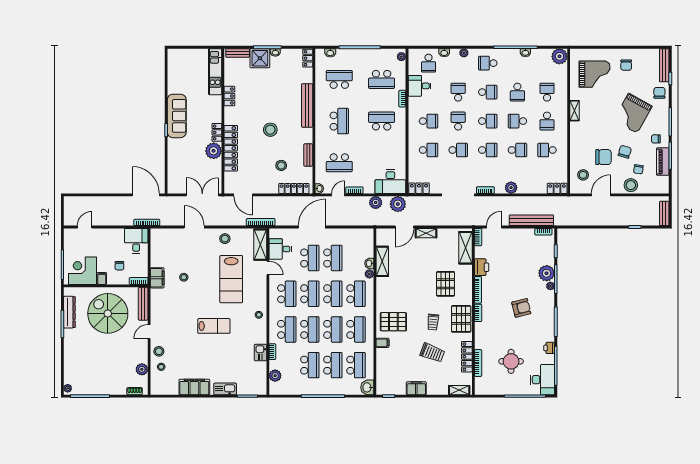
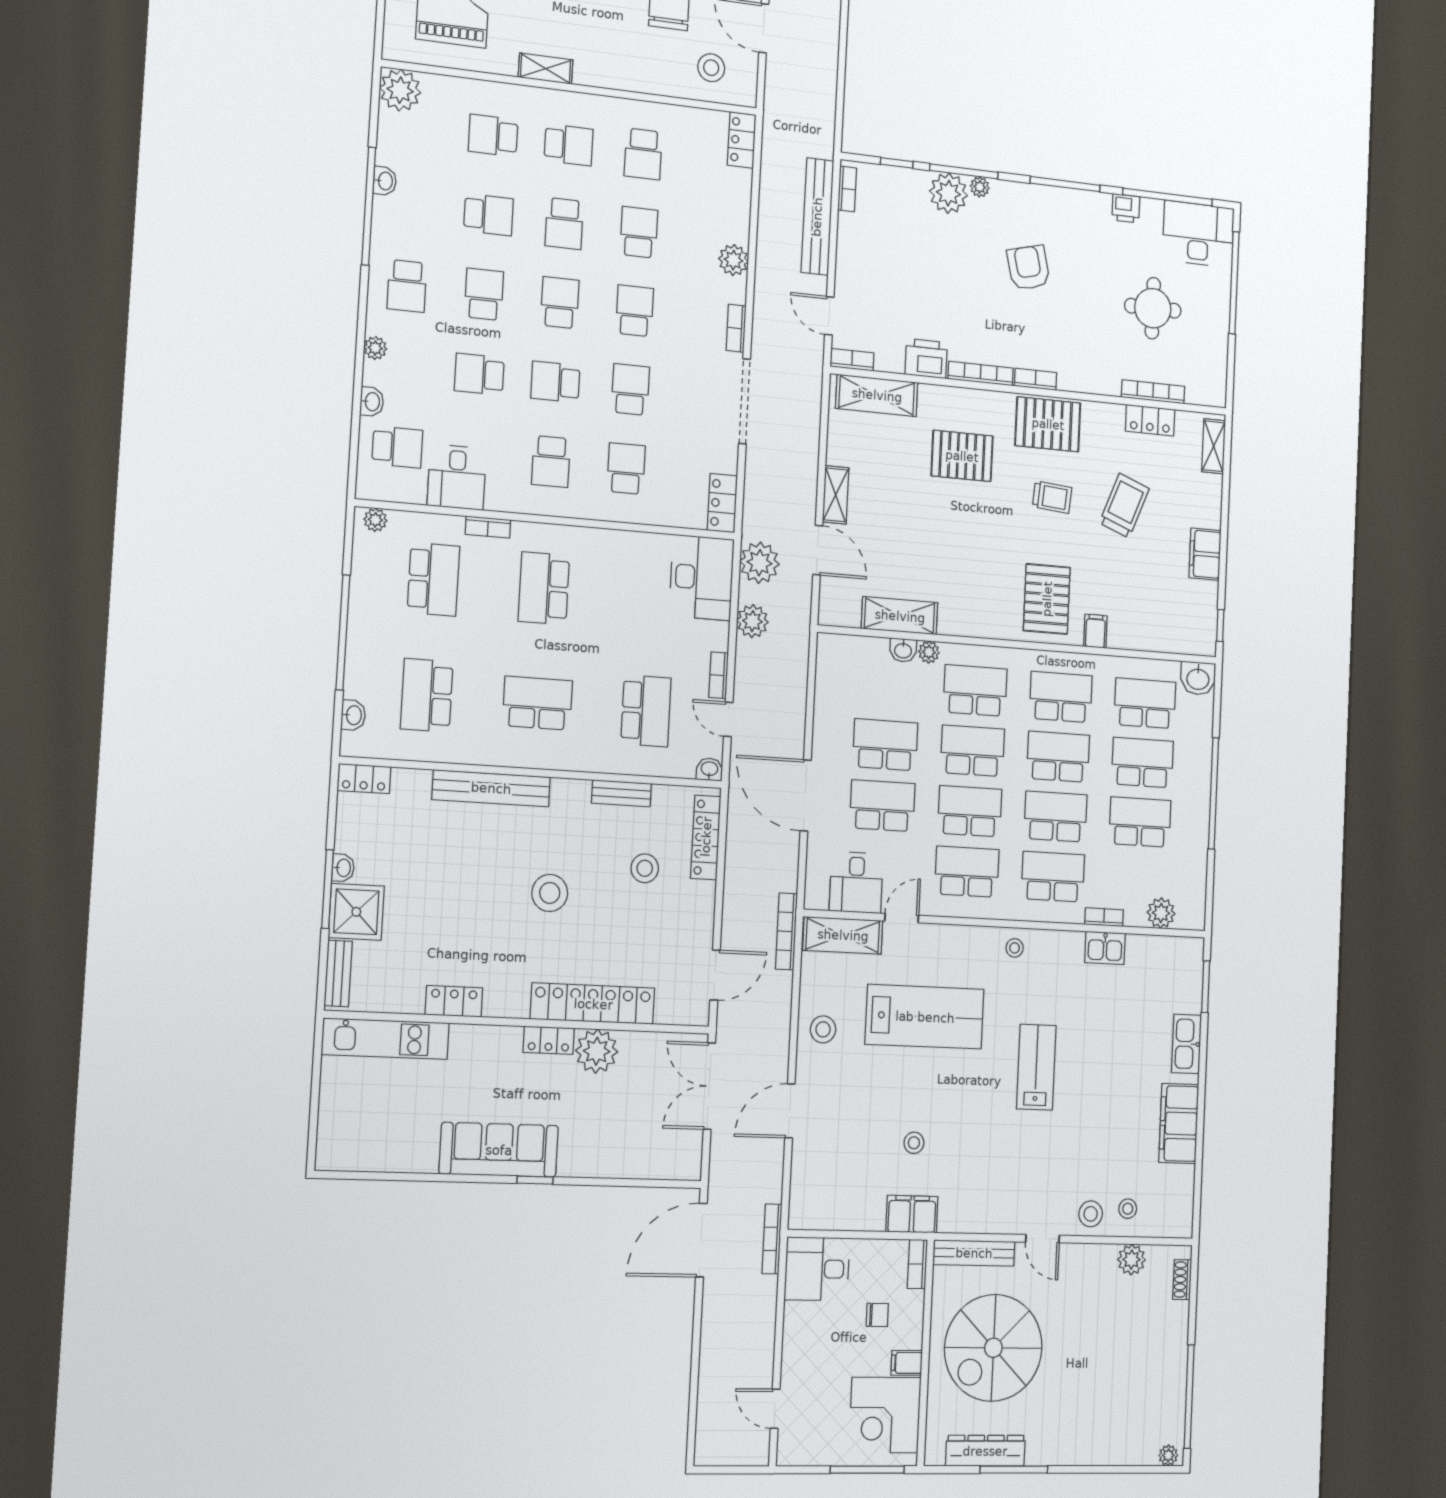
school desk: (429, 121) -> (551, 462), turned 180
locker: (467, 357) -> (1150, 420), width x0.66

